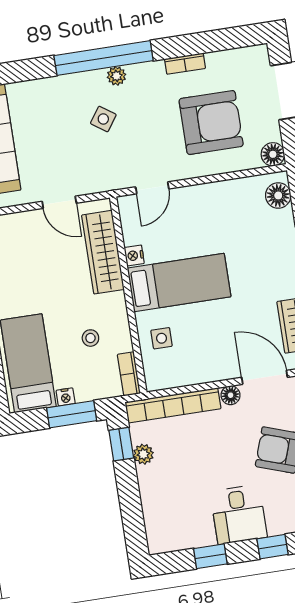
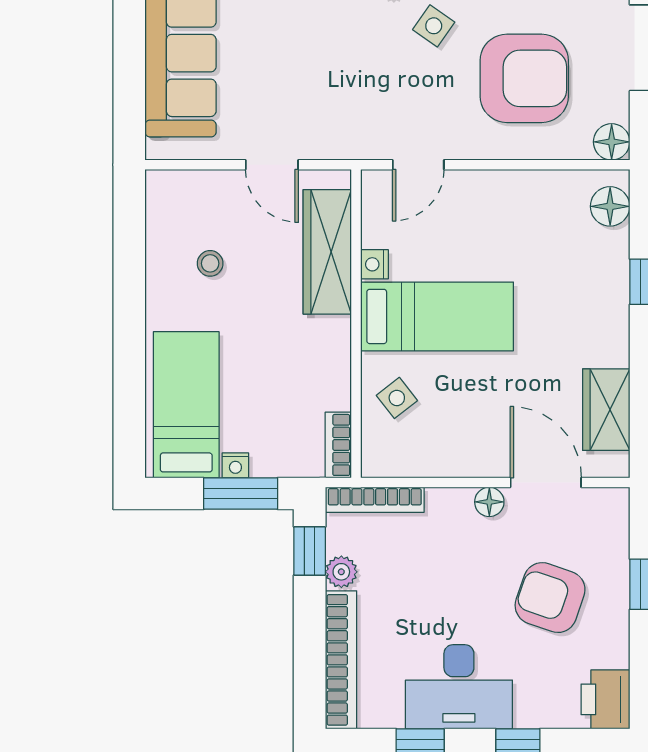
side table: (103, 119) -> (434, 26), moved
stool: (90, 338) -> (210, 263), moved
side table: (162, 338) -> (397, 398), turned -38
bookcase: (173, 405) -> (375, 500), width x0.68, depth x0.76
bookcase: (152, 510) -> (341, 660), added
desk: (239, 514) -> (459, 687), width x1.37

